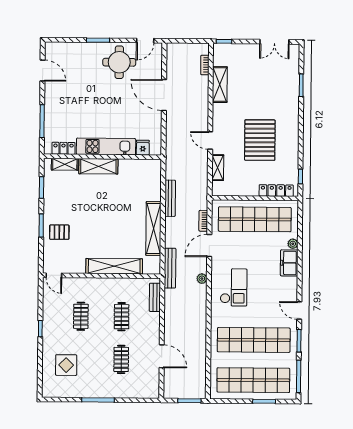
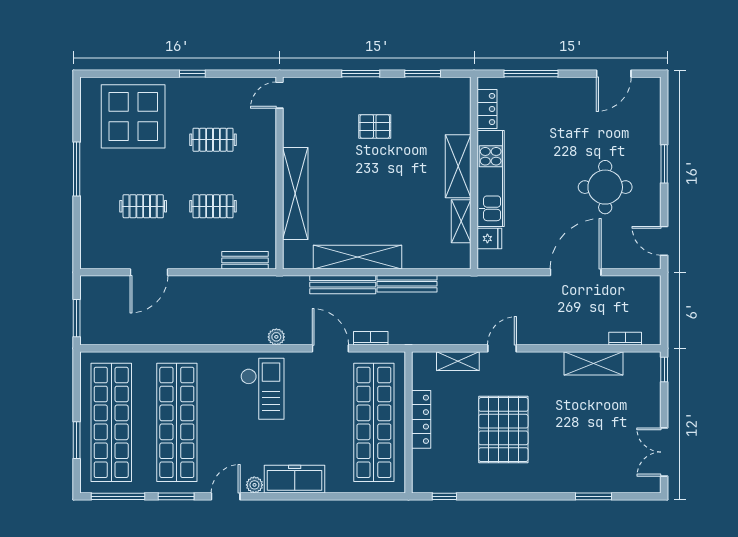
round table: (119, 62) -> (605, 187), moved
pallet: (260, 140) -> (503, 430), turned 90
shelving: (65, 164) -> (461, 221), moved
locker: (276, 191) -> (421, 419), moved
pallet: (59, 232) -> (375, 126), moved, turned 90
plant: (293, 244) -> (254, 485), moved
freezer: (289, 263) -> (295, 479), width x1.40
bench: (170, 268) -> (343, 285), moved
checkout: (234, 287) -> (262, 389), turned -90
display table: (66, 365) -> (133, 116), width x1.86, depth x1.86

